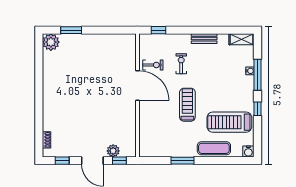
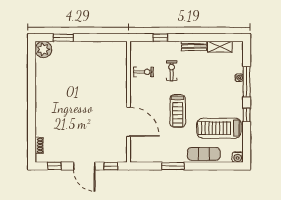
window: (158, 30) -> (160, 38), moved
shelving: (241, 39) -> (220, 47), moved
door: (137, 86) -> (129, 122), moved
treadmill: (187, 105) -> (178, 111), turned 180
plant: (113, 151) -> (105, 156), removed

